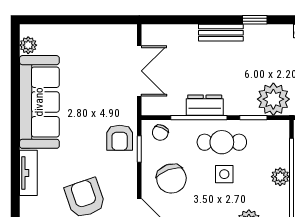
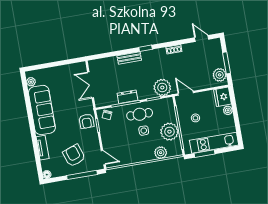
double door: (139, 71) -> (91, 85), swing flipped
plant: (280, 177) -> (169, 132), width x1.88, depth x1.88
chair: (171, 179) -> (117, 138), removed

